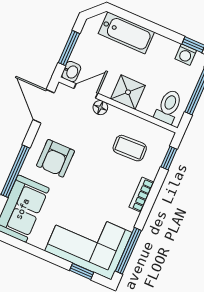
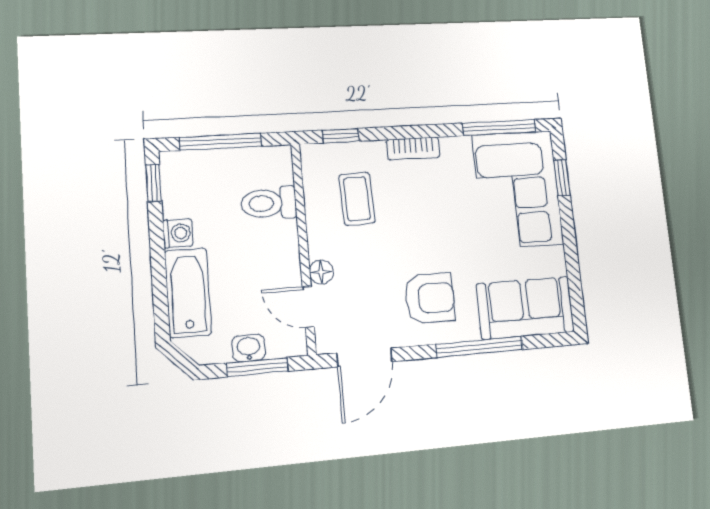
washing machine: (186, 55) -> (178, 233), moved
washbasin: (71, 72) -> (249, 348), moved
shower: (128, 92) -> (277, 244), removed
toilet: (168, 107) -> (269, 203), moved

